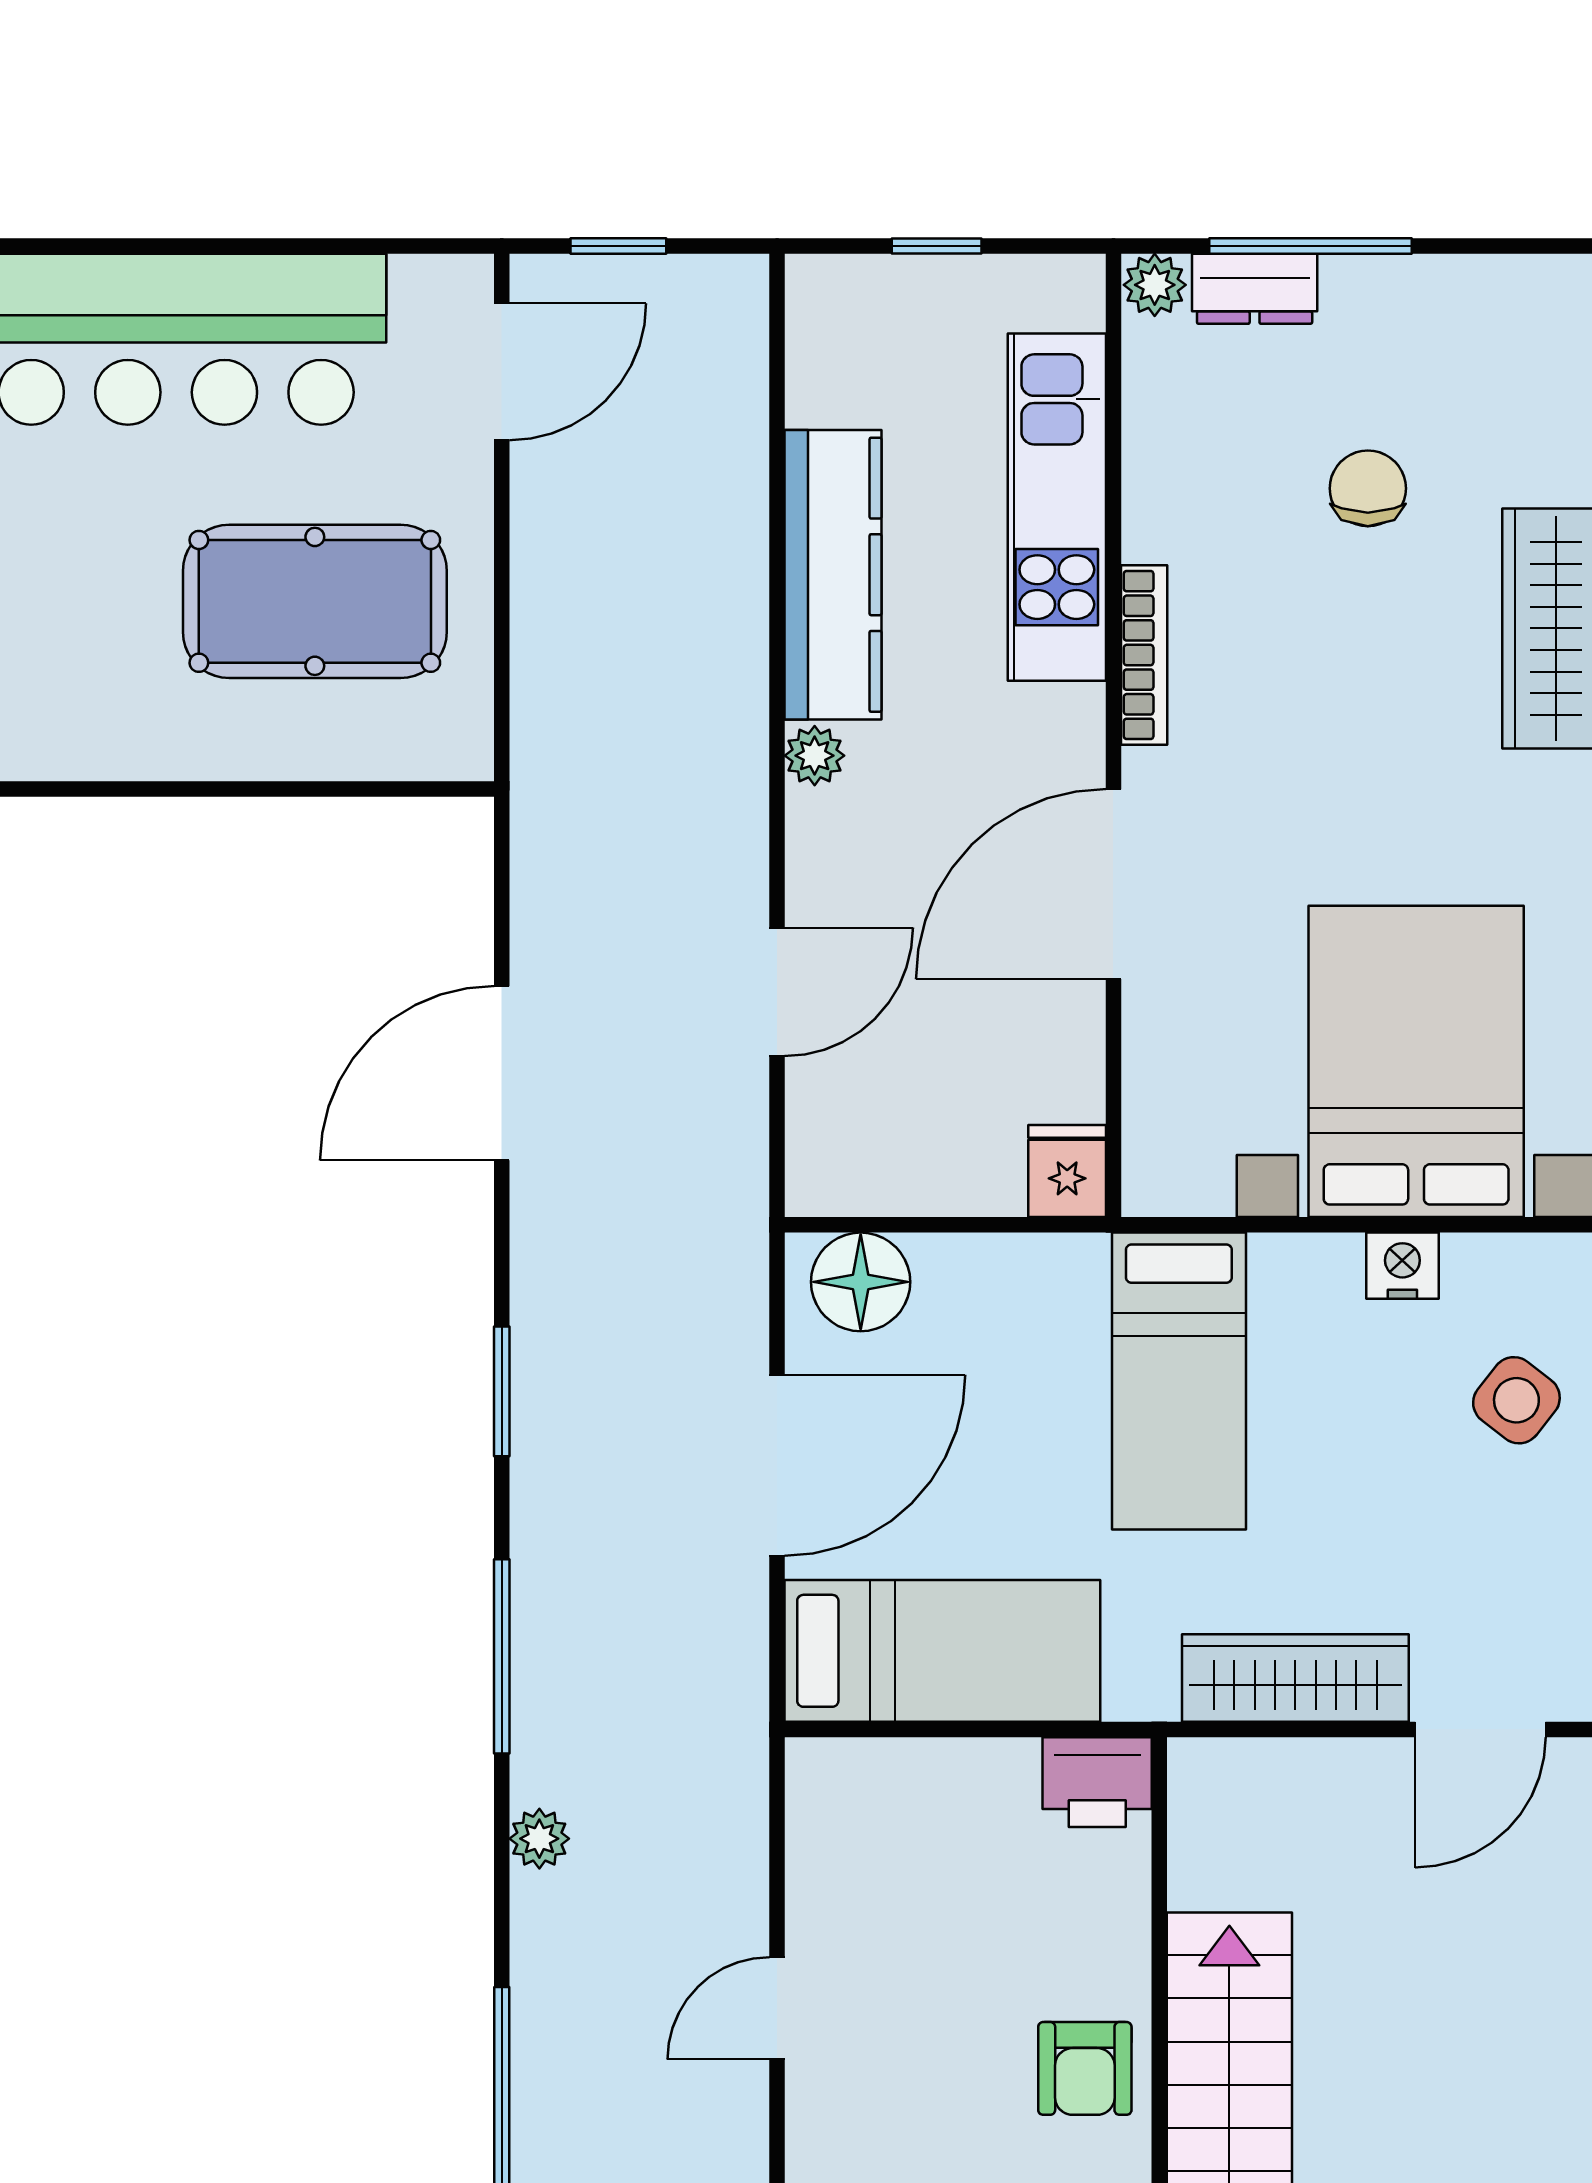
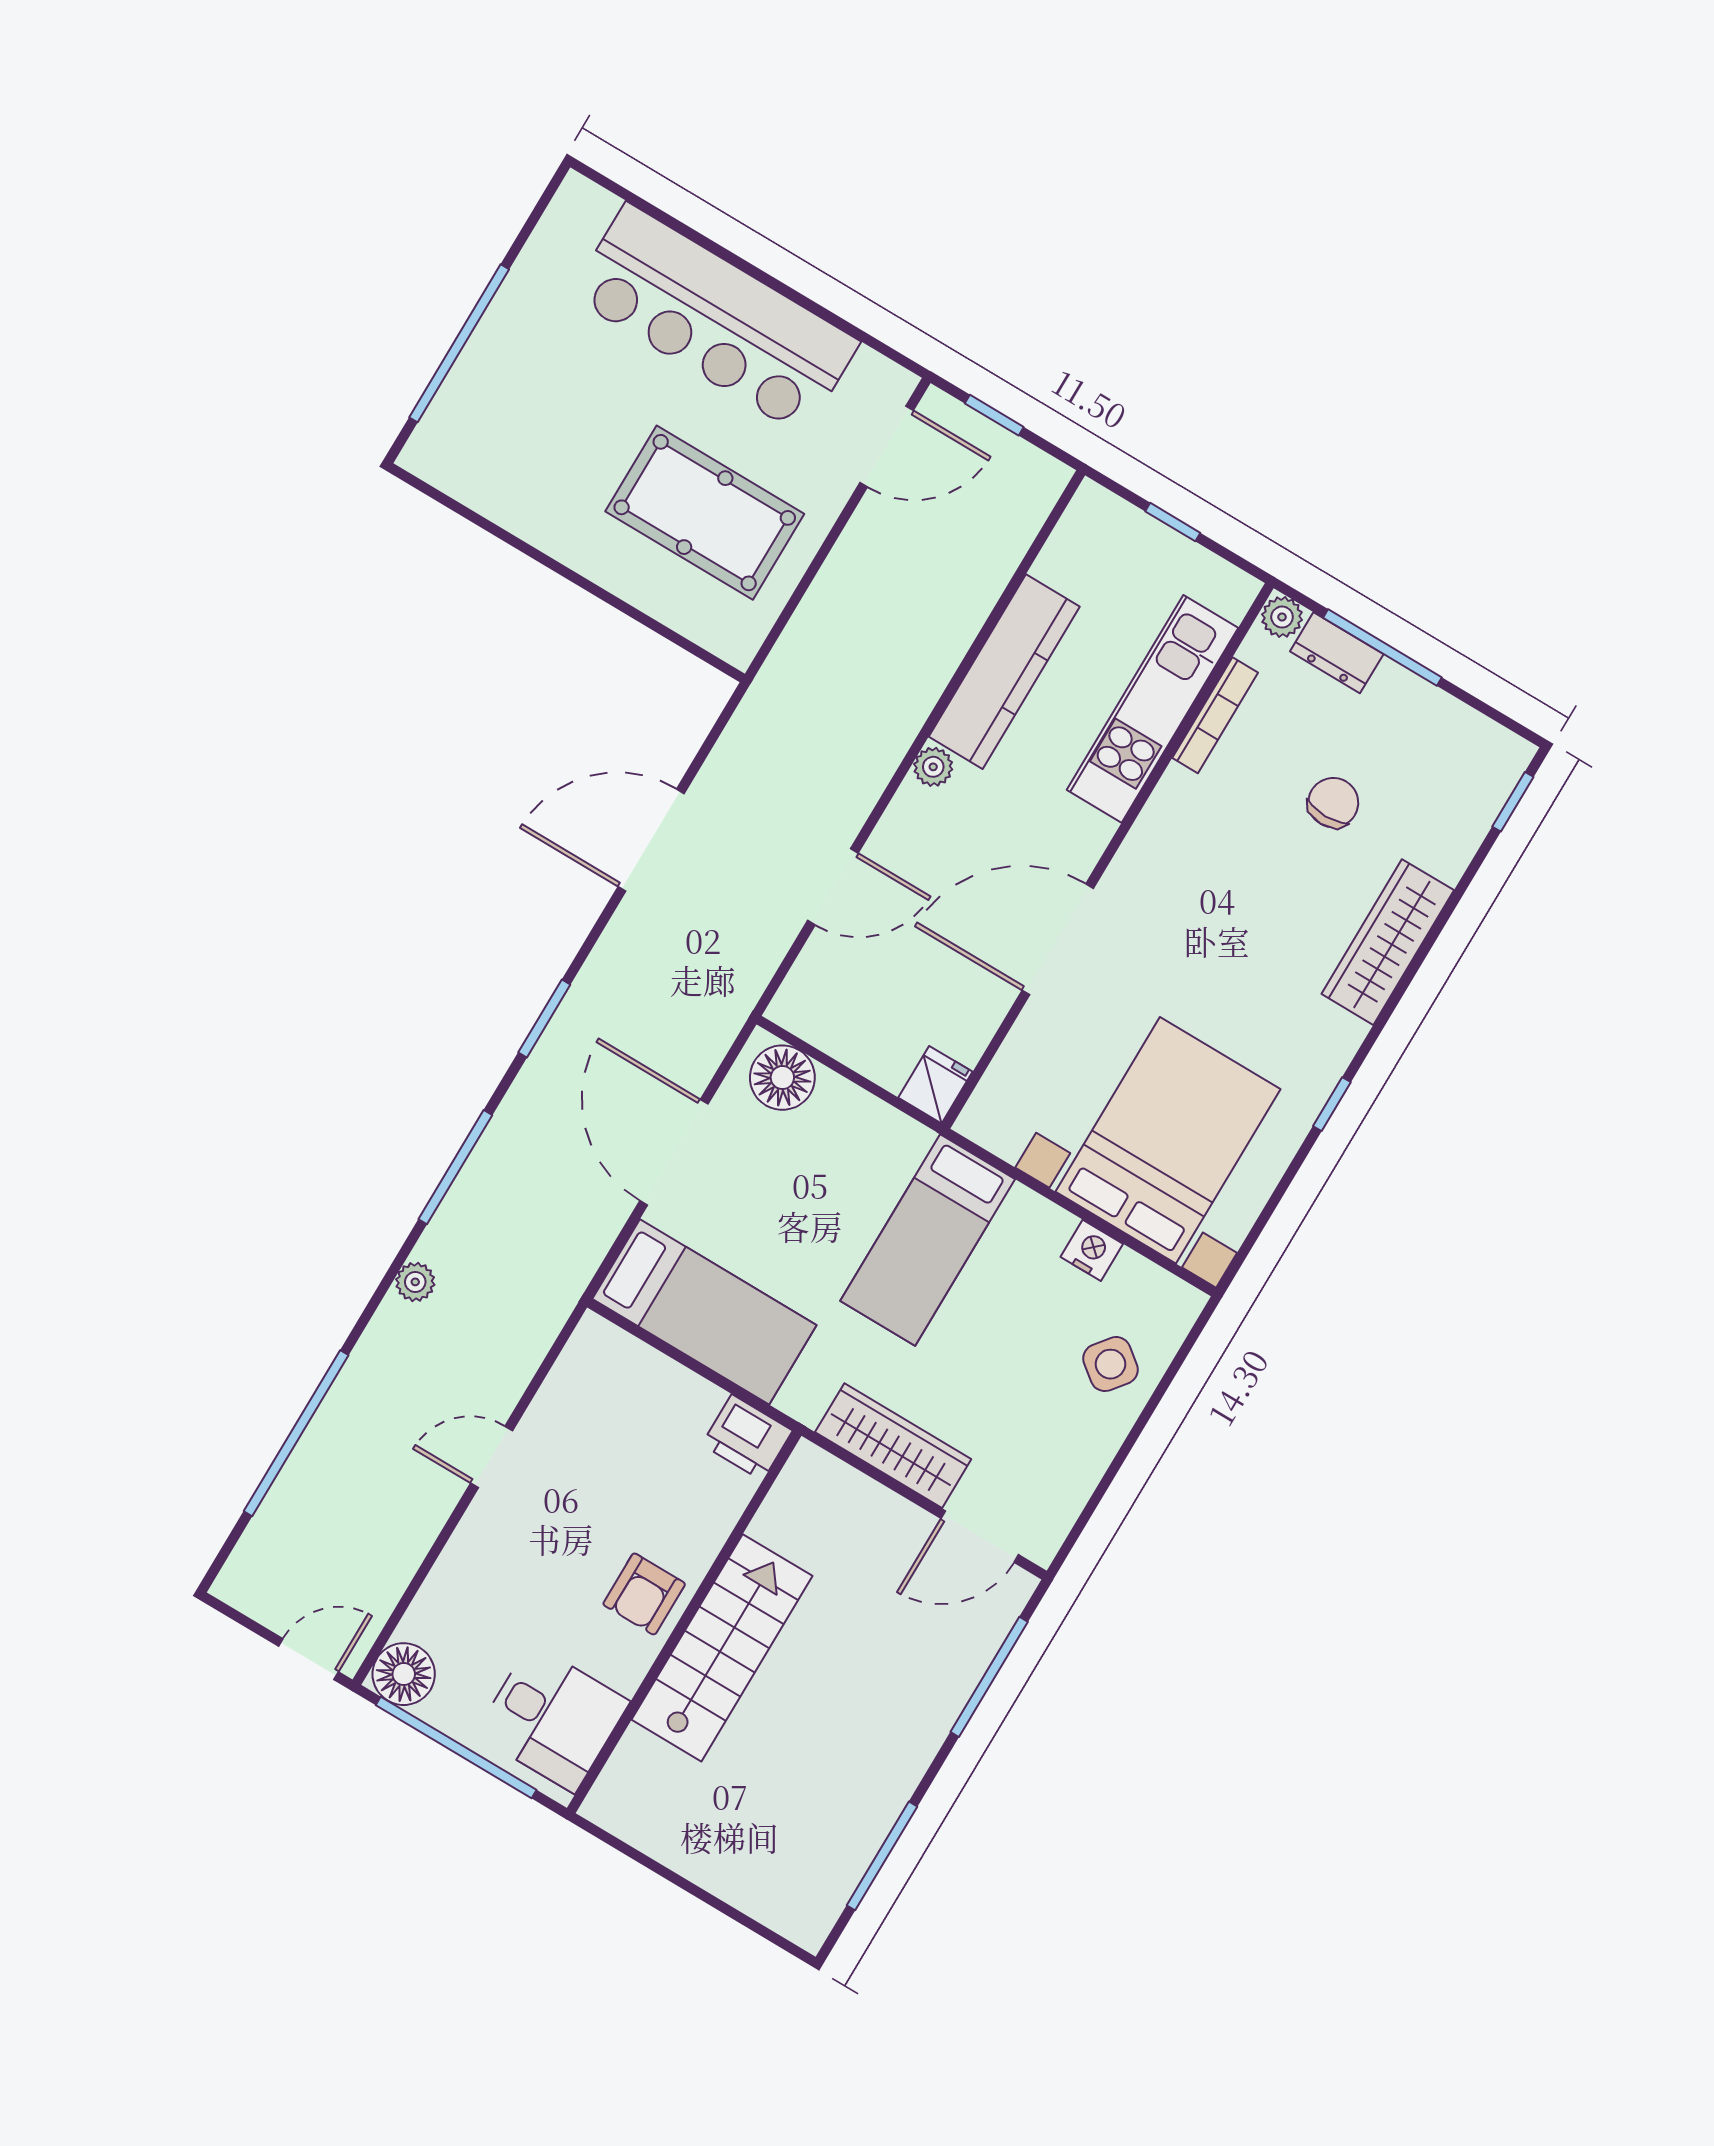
bookcase: (1144, 655) -> (1215, 715), moved
door: (777, 1465) -> (674, 1152), swing flipped

